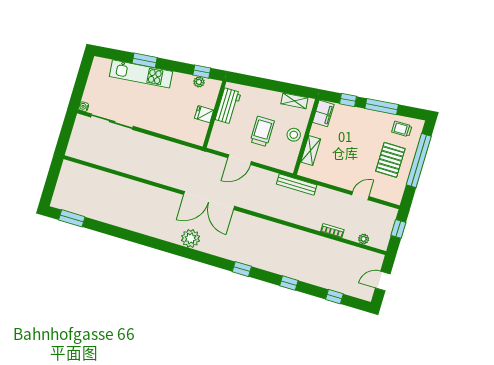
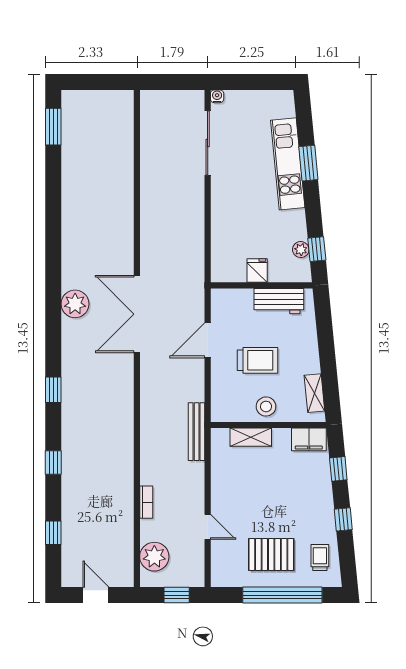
window: (382, 107) -> (343, 519), width x0.46
door: (240, 160) -> (208, 340), hinge flipped
plant: (364, 239) -> (154, 557), width x1.88, depth x1.88

